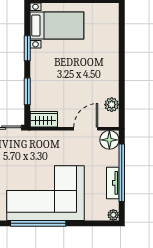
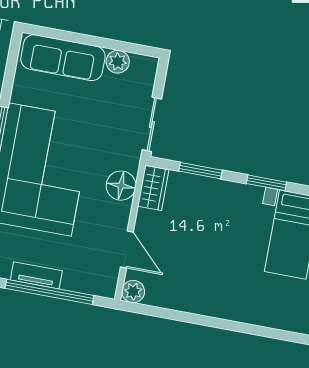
plant: (112, 105) -> (133, 291), moved
floor lamp: (109, 140) -> (121, 186), moved

